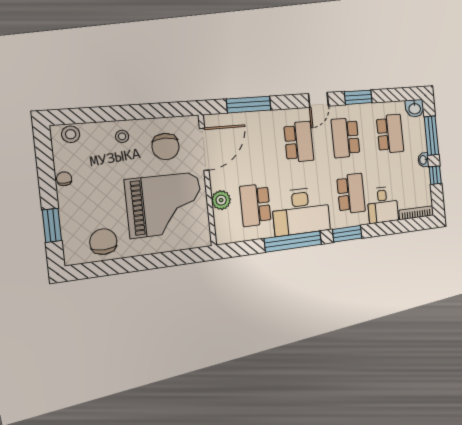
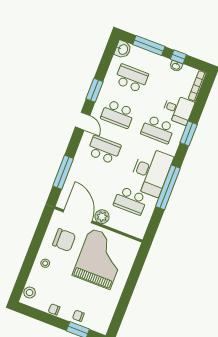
washbasin: (423, 160) -> (176, 66), moved
school desk: (351, 194) -> (158, 129), turned 180
plant: (221, 200) -> (102, 217), moved
window: (347, 234) -> (189, 133), moved
chair: (103, 242) -> (78, 316), moved, width x0.54, depth x0.54

